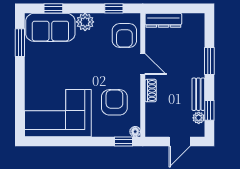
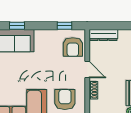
plant: (85, 22) -> (42, 36), removed

